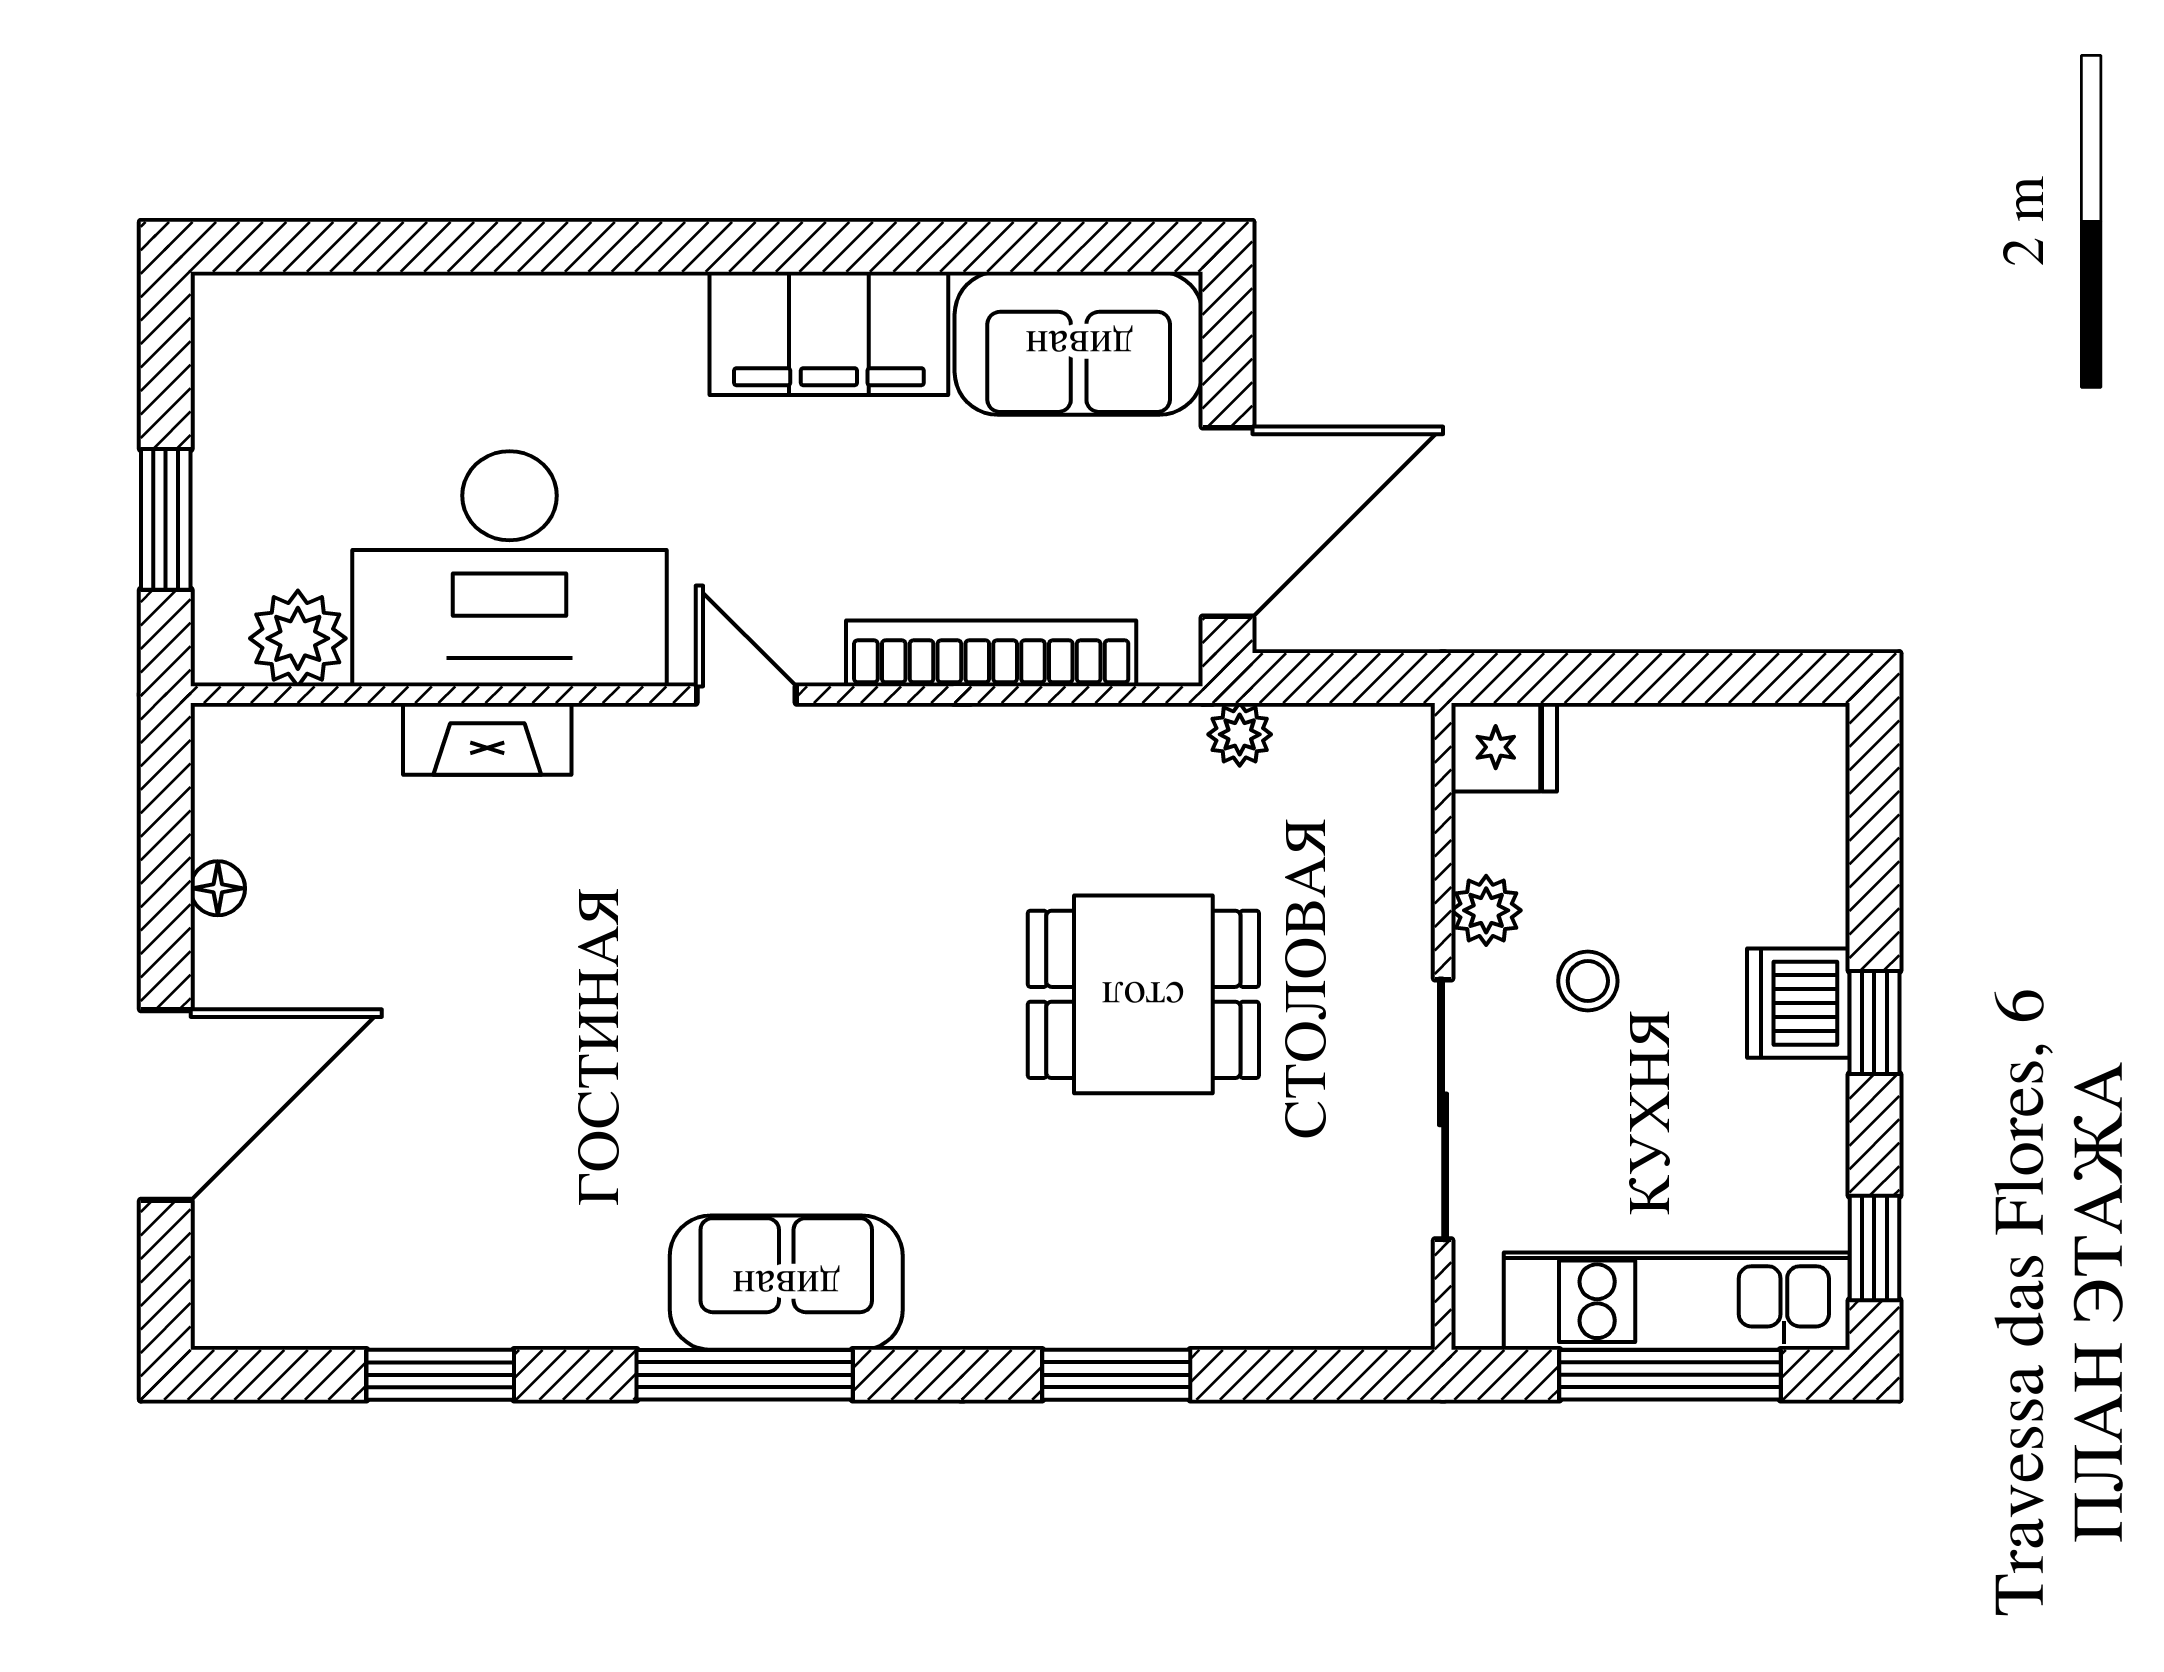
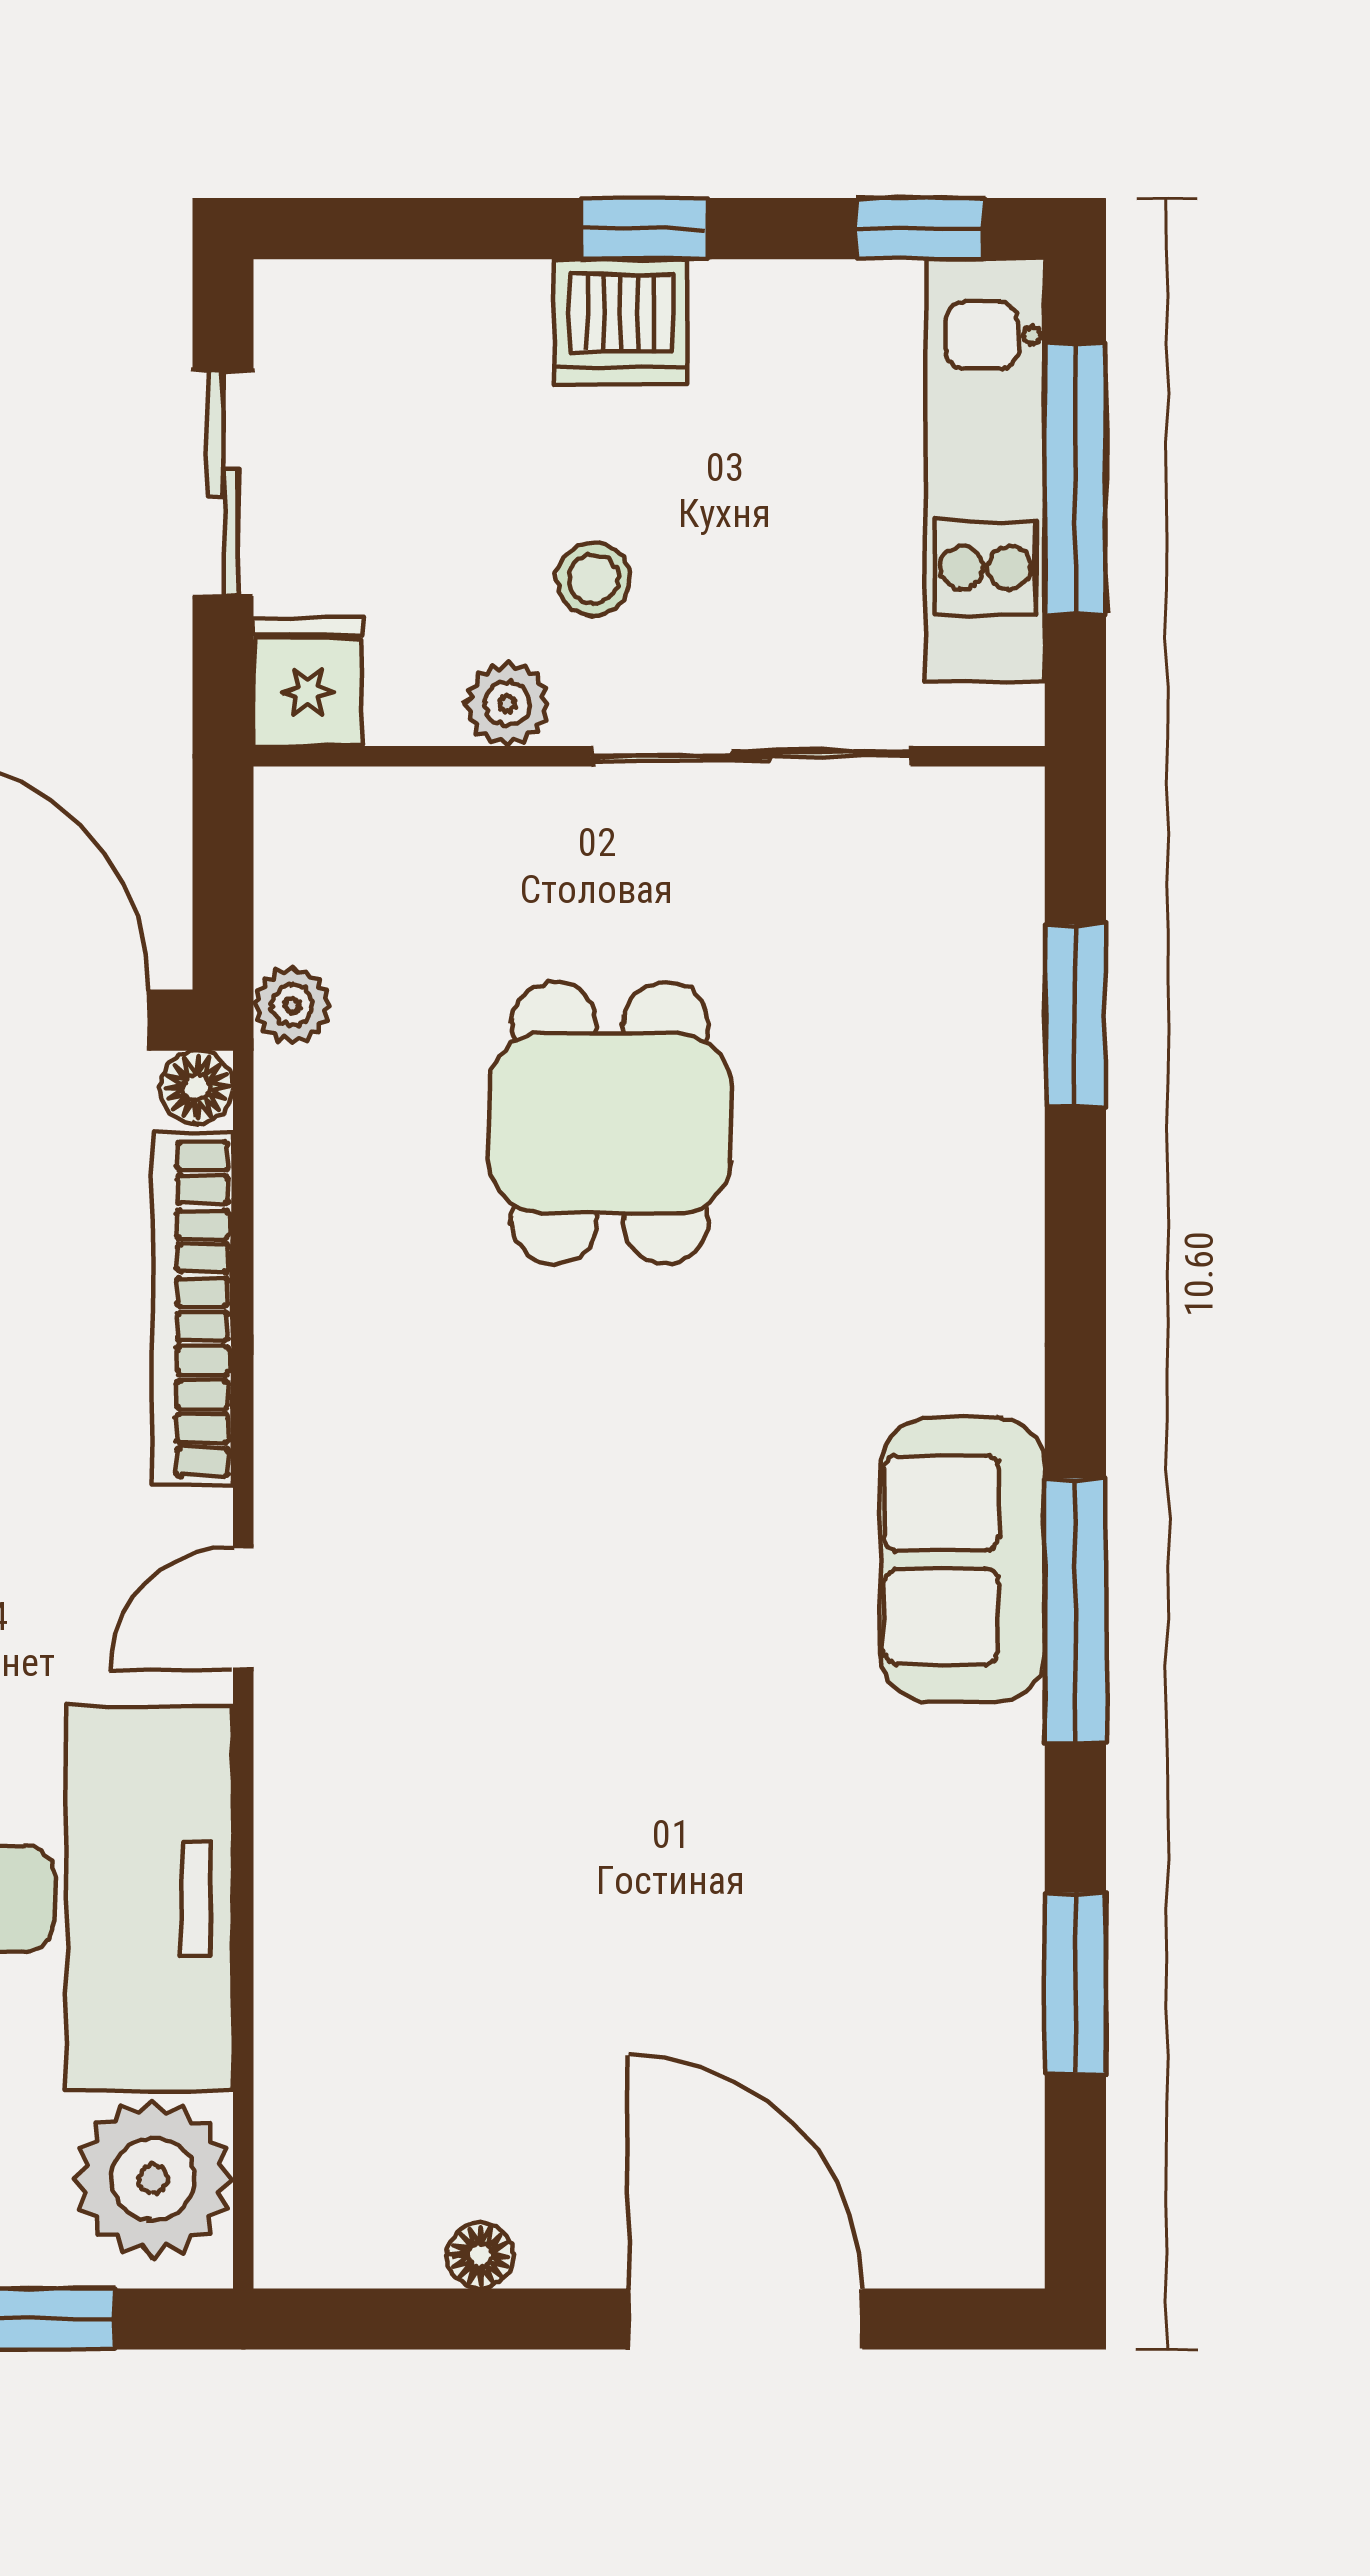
plant: (298, 638) -> (153, 2179), width x1.36, depth x1.36
floor lamp: (1173, 657) -> (197, 1087), added
sliding door: (1666, 678) -> (223, 483), added
fireplace: (487, 739) -> (297, 1926), removed
window: (1116, 1375) -> (1075, 1015), moved

